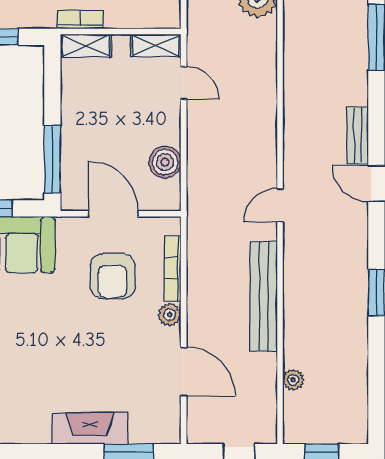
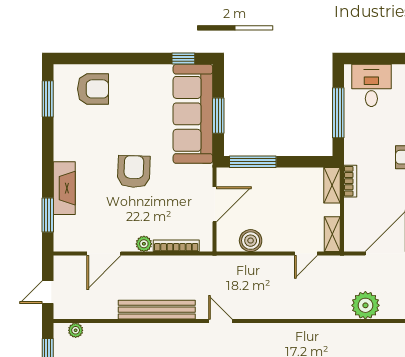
armchair: (113, 276) -> (134, 171), moved, turned 92
plant: (293, 380) -> (76, 330), moved

